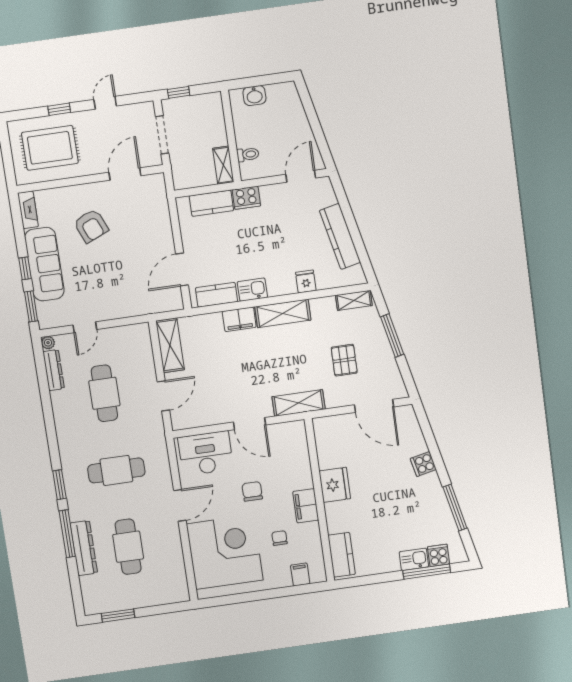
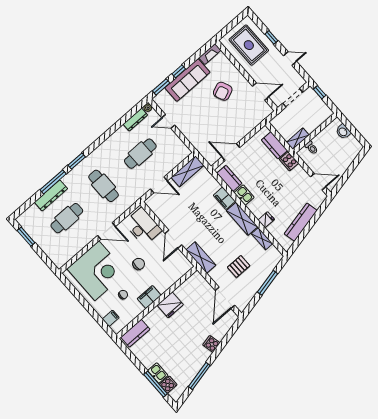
shelving: (354, 300) -> (262, 239), moved

